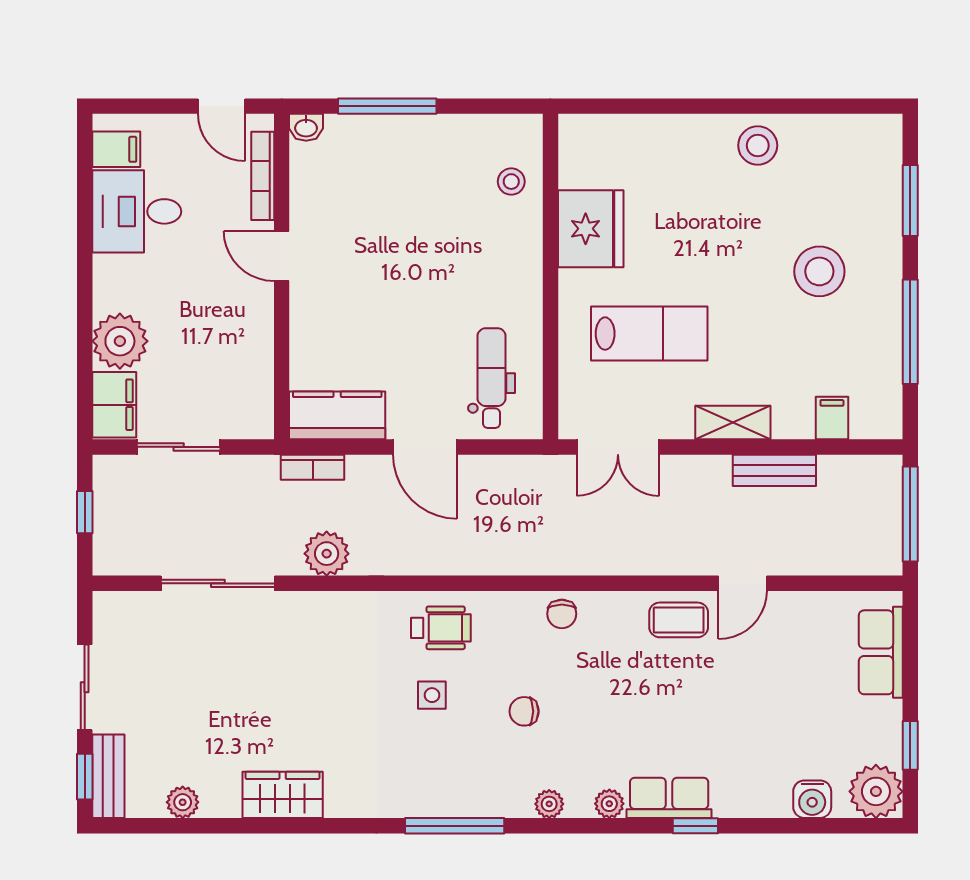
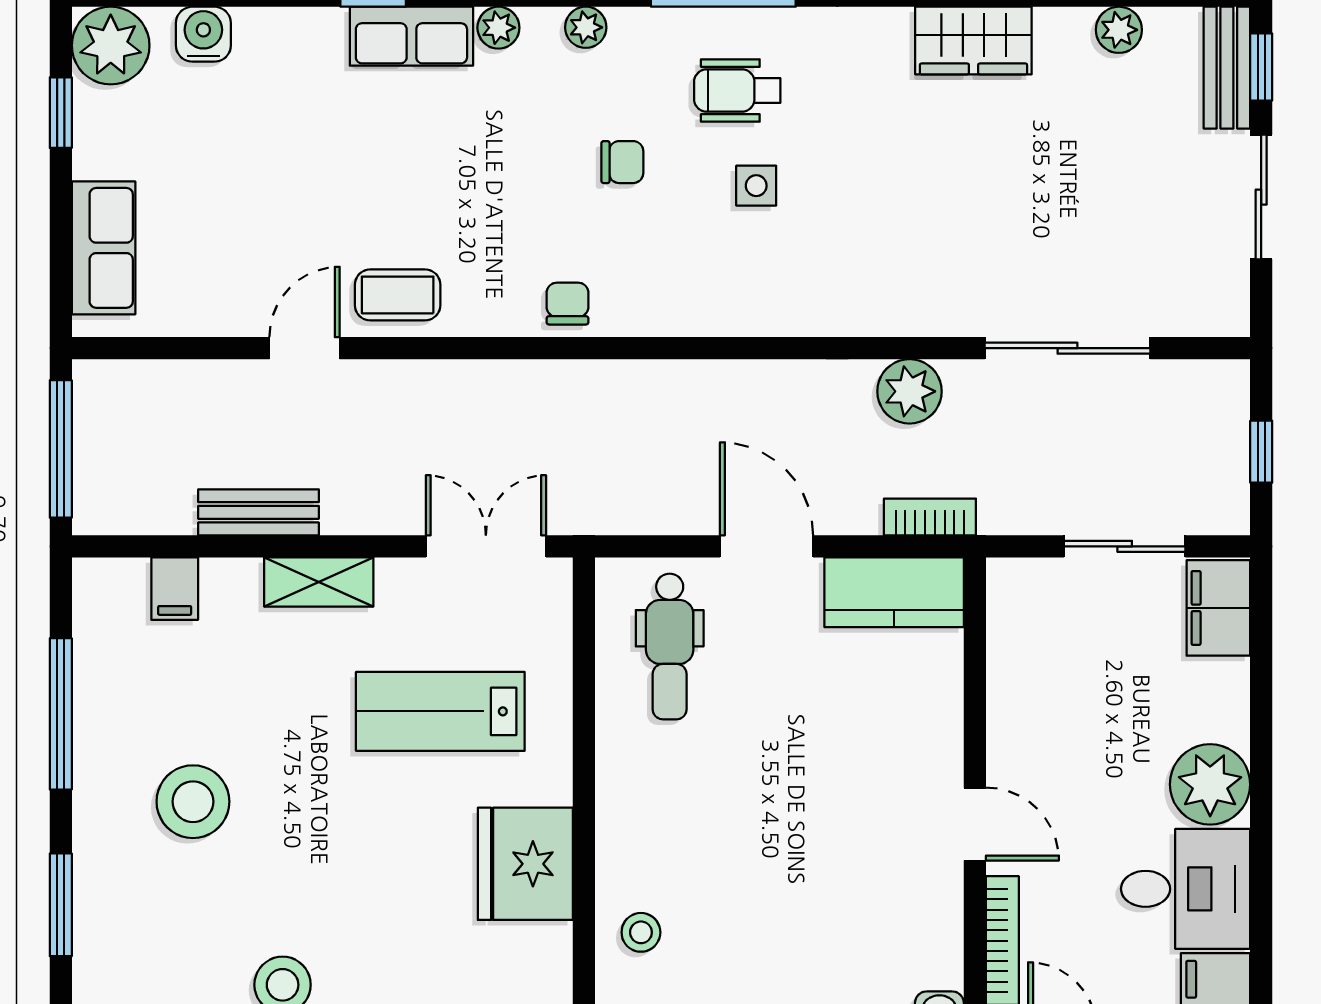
plant: (120, 341) -> (1210, 784), moved
wheelchair: (441, 628) -> (737, 91), moved

